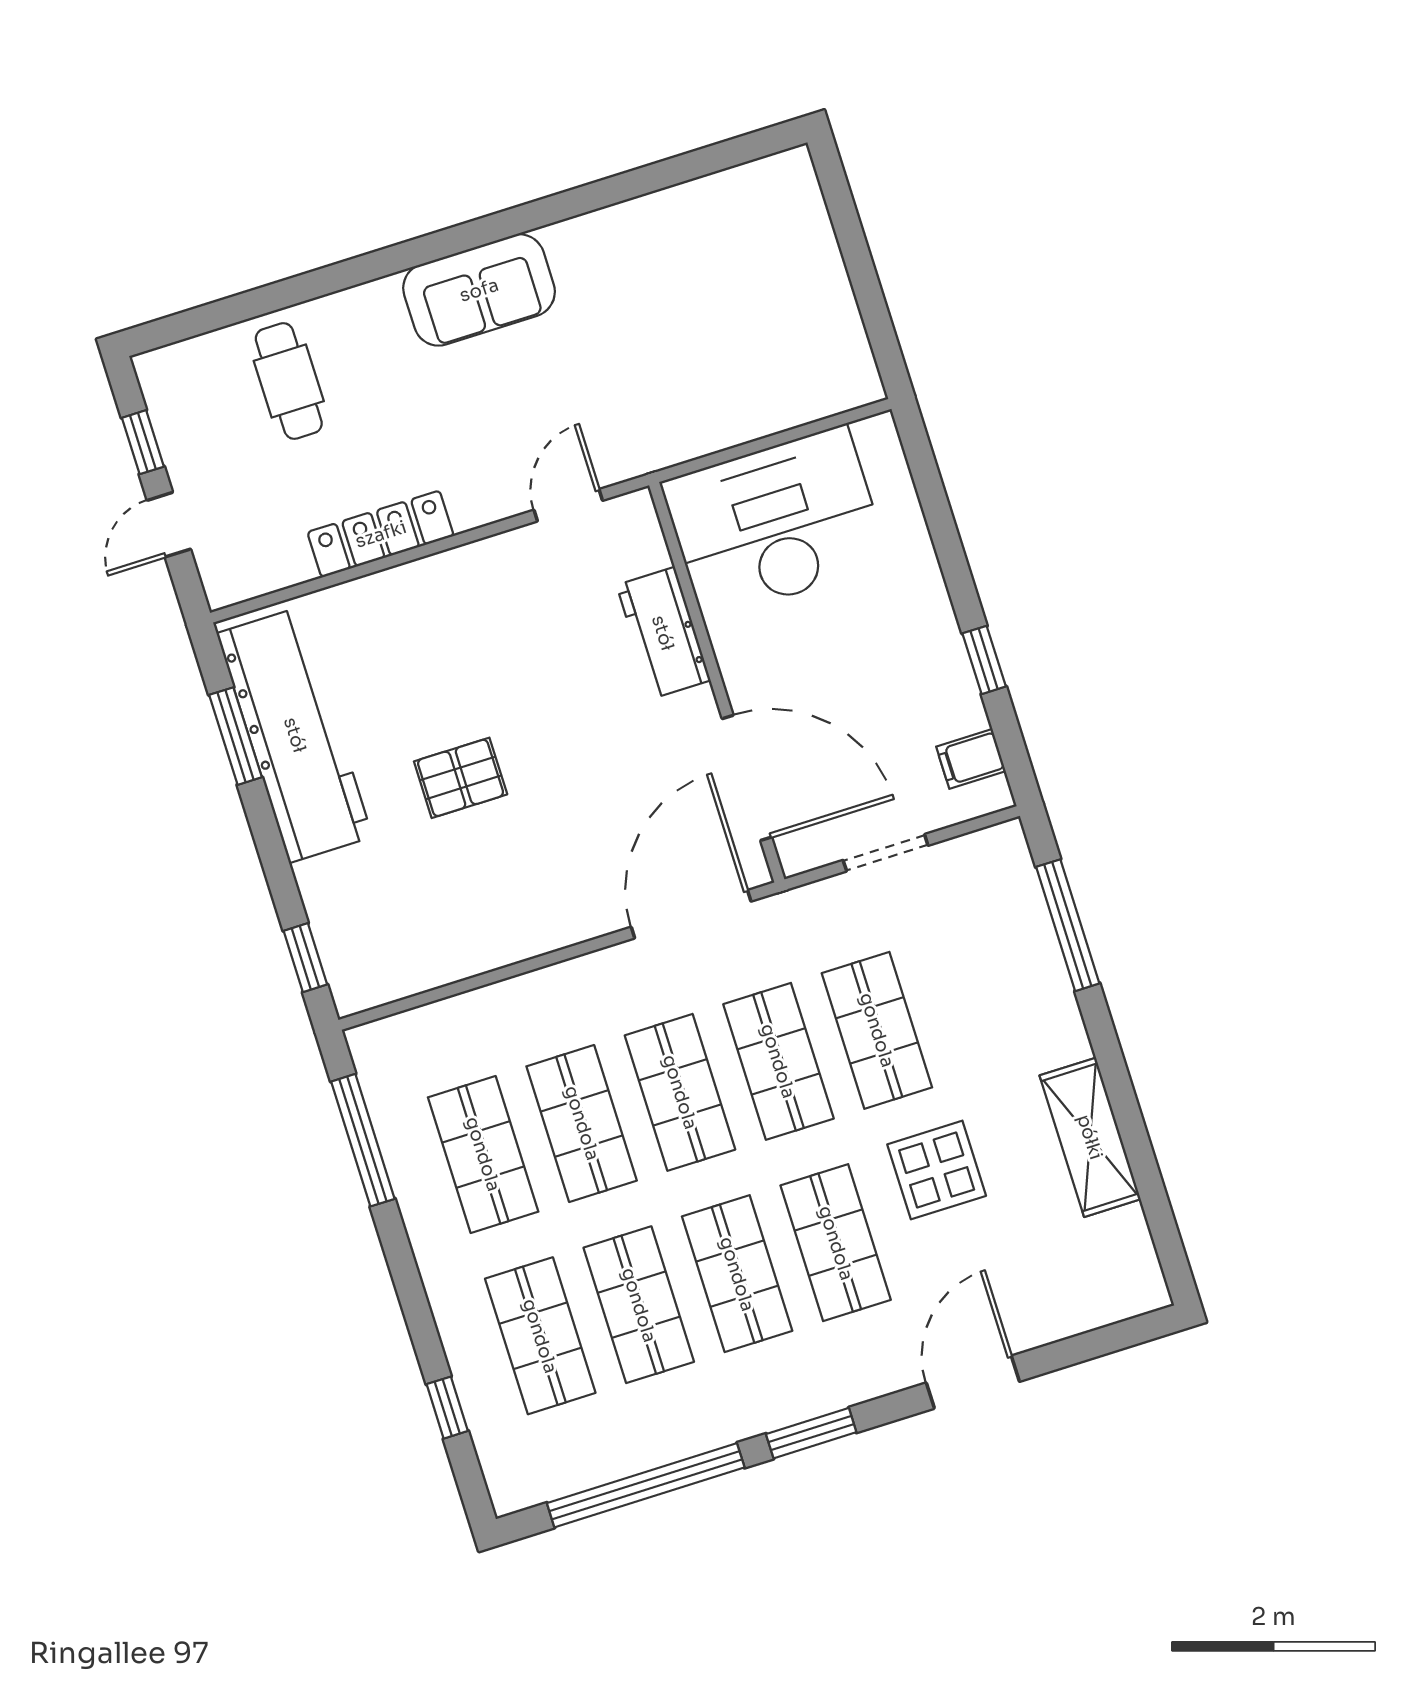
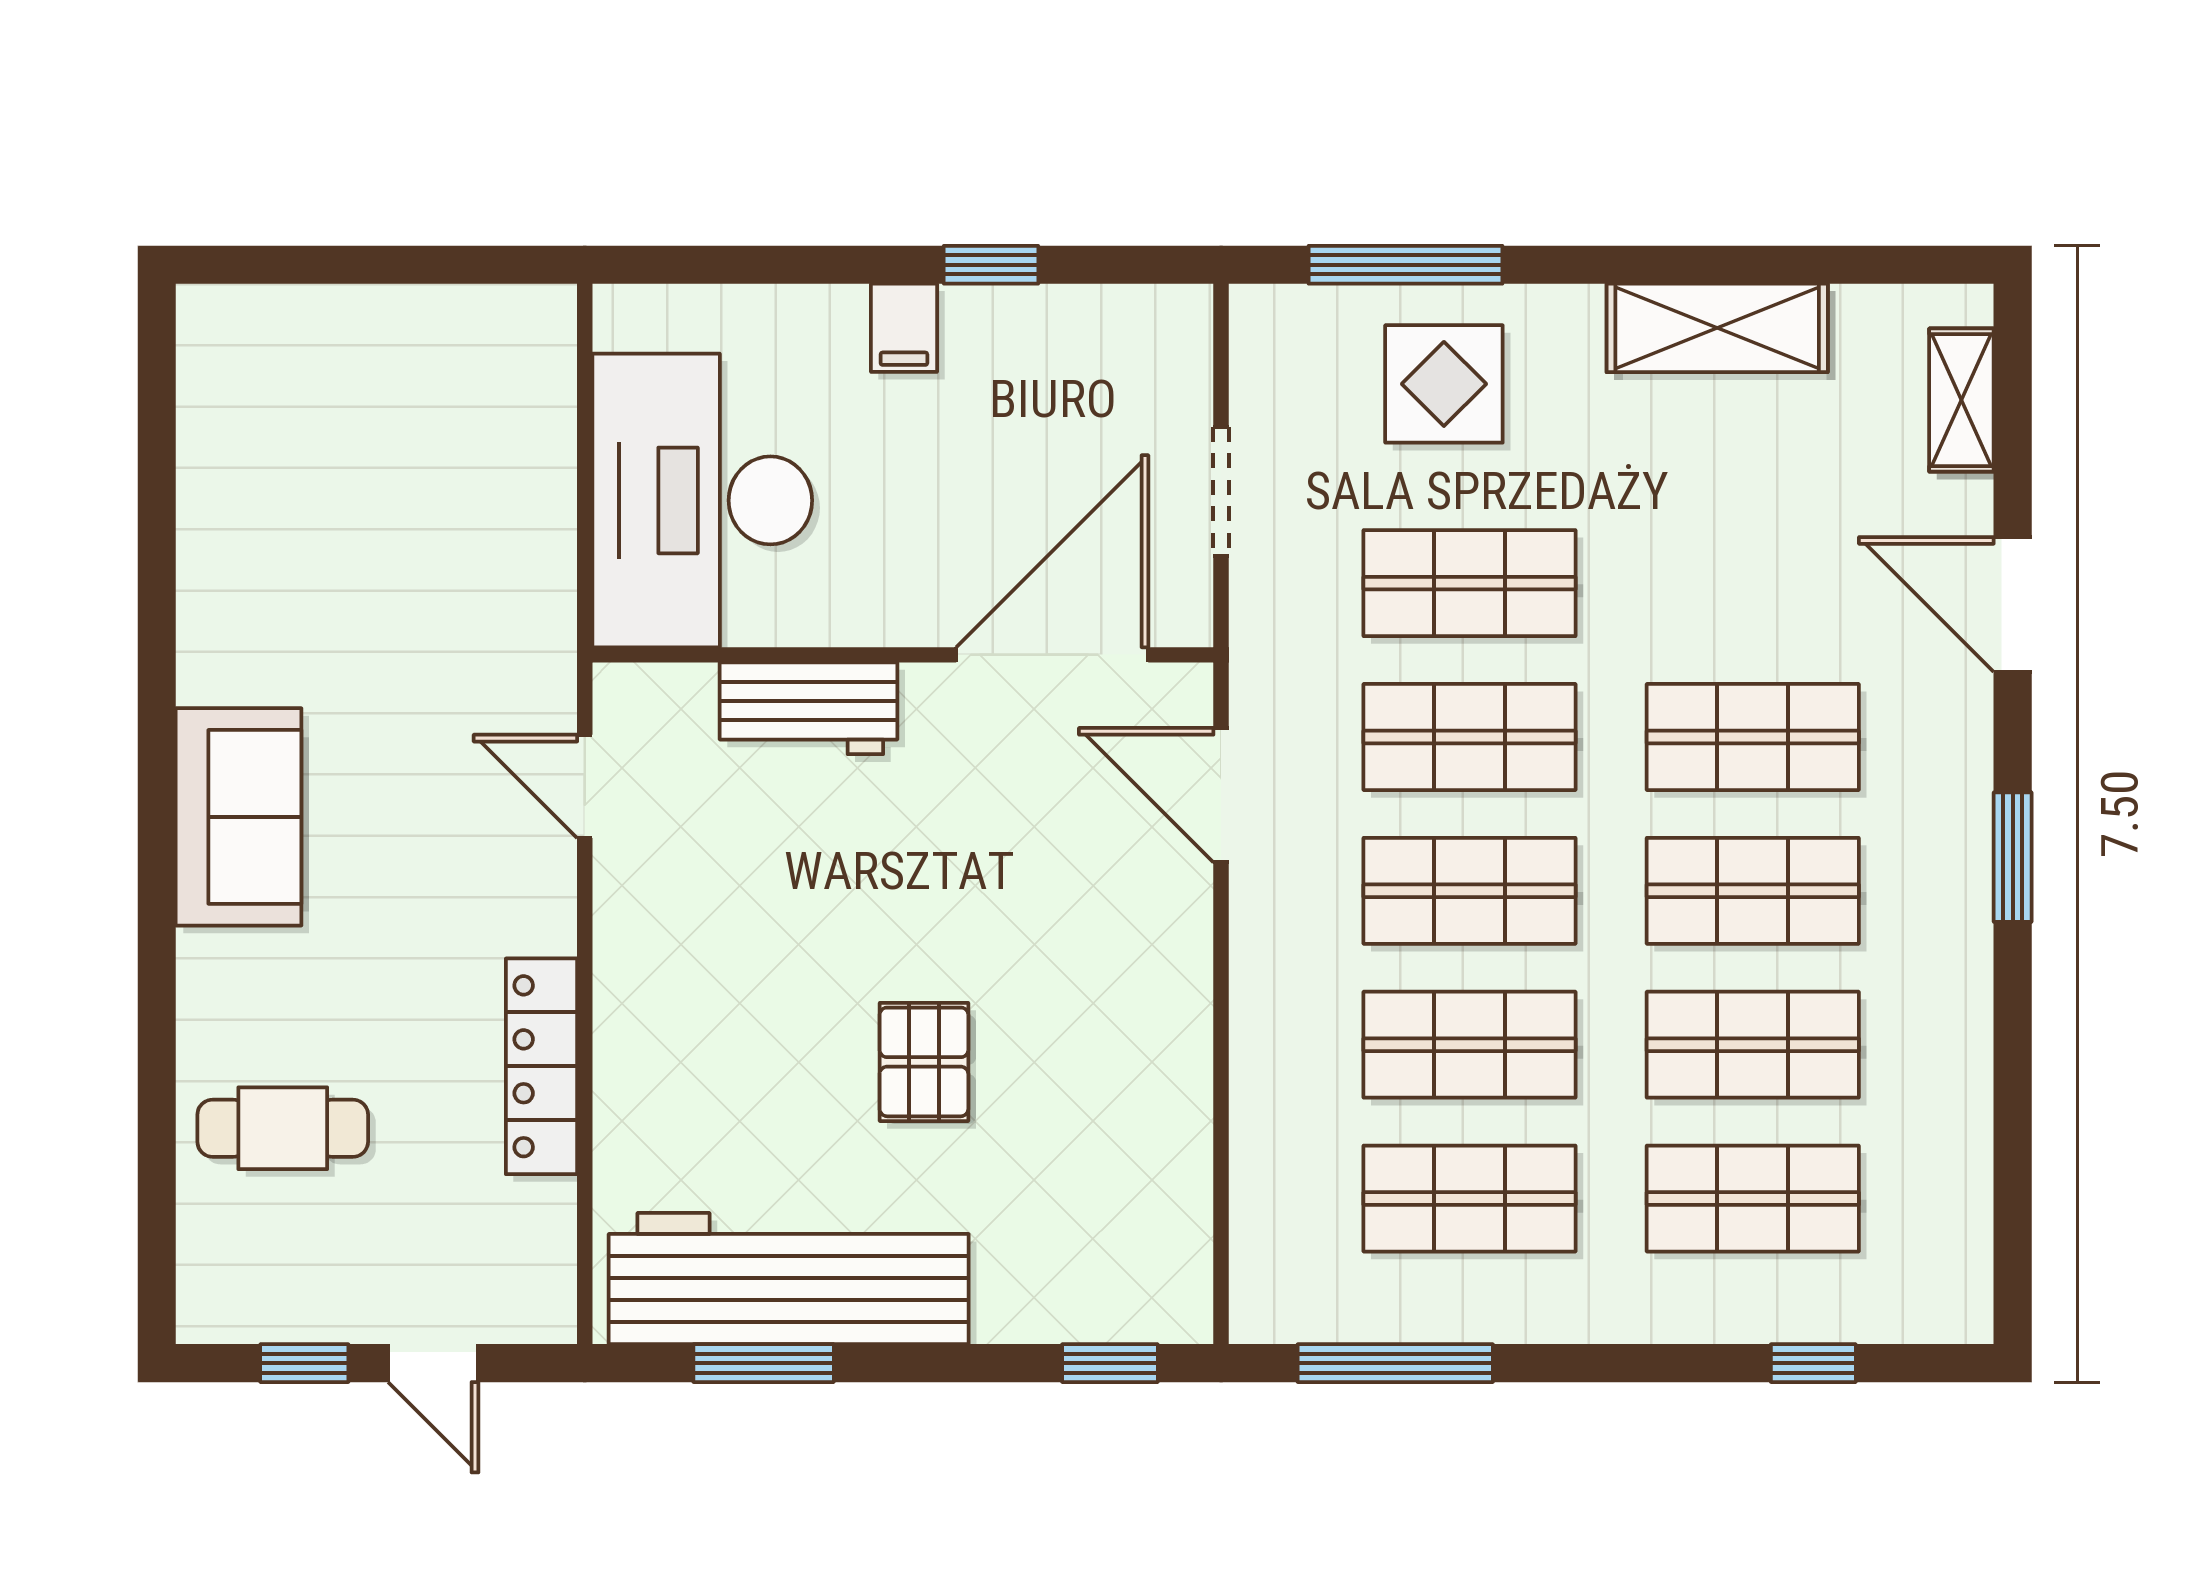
filing cabinet: (971, 759) -> (904, 328), moved
door: (691, 914) -> (1221, 795), width x0.73
display table: (937, 1170) -> (1444, 384), moved
shelving: (1093, 1308) -> (1961, 400), added
window: (646, 1485) -> (2013, 1116), removed

